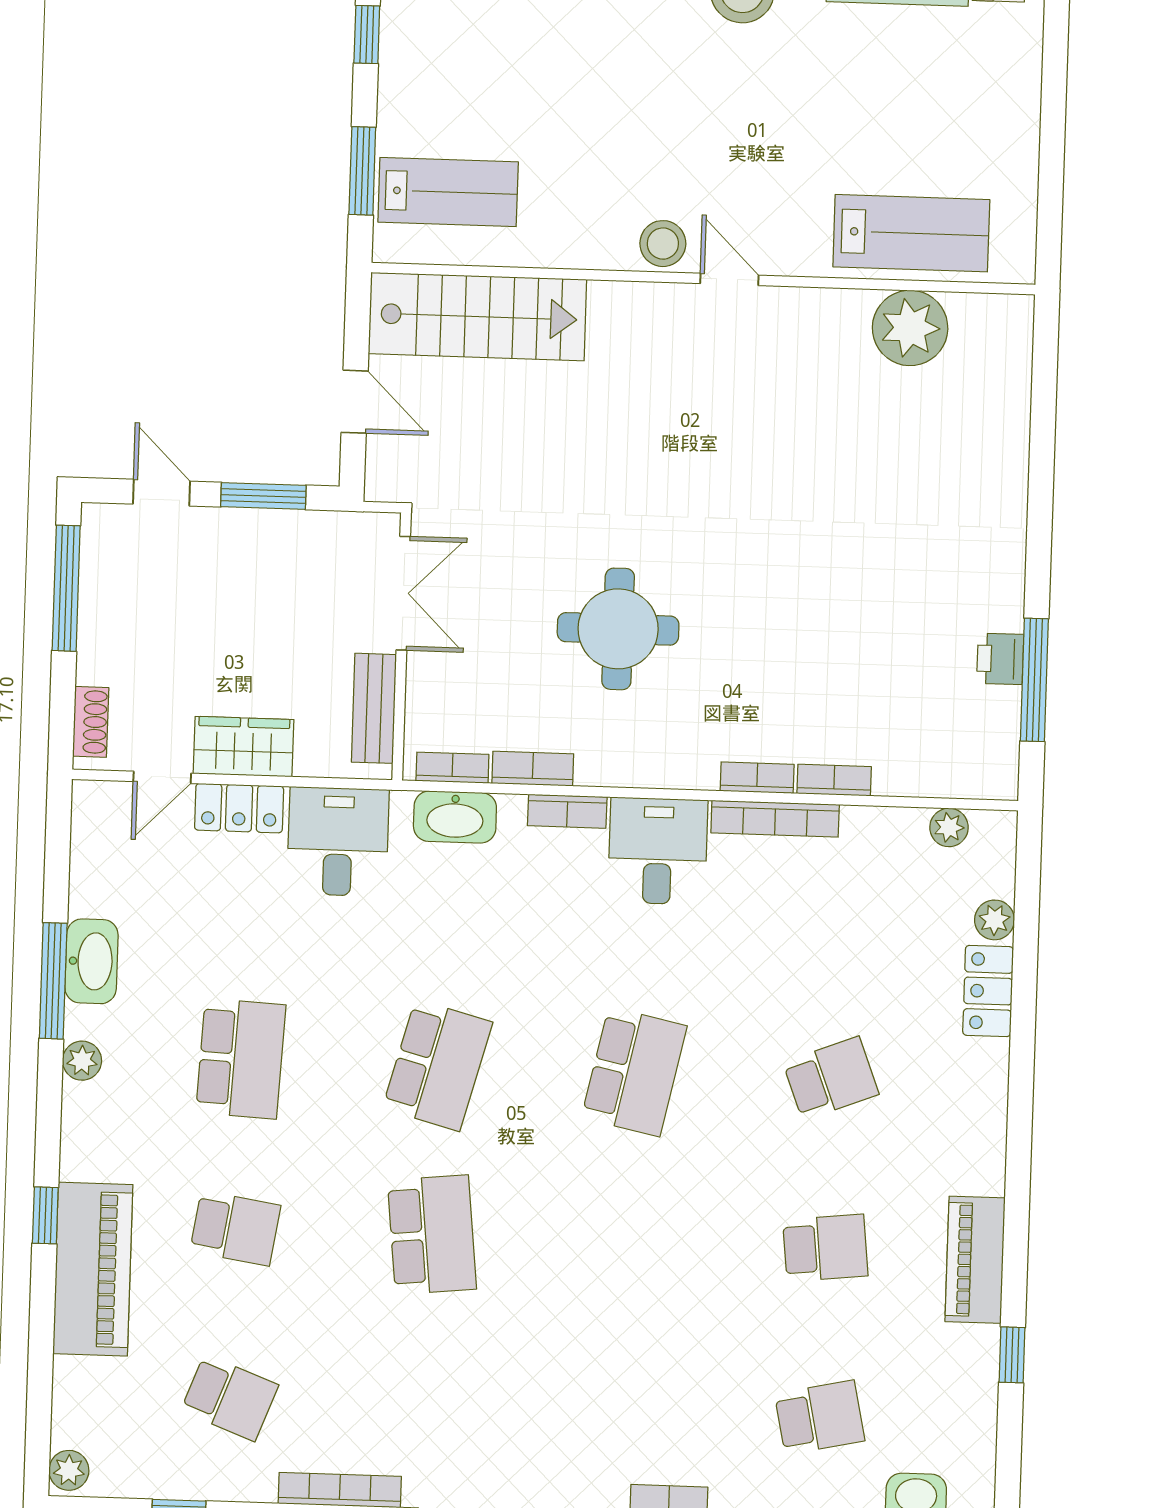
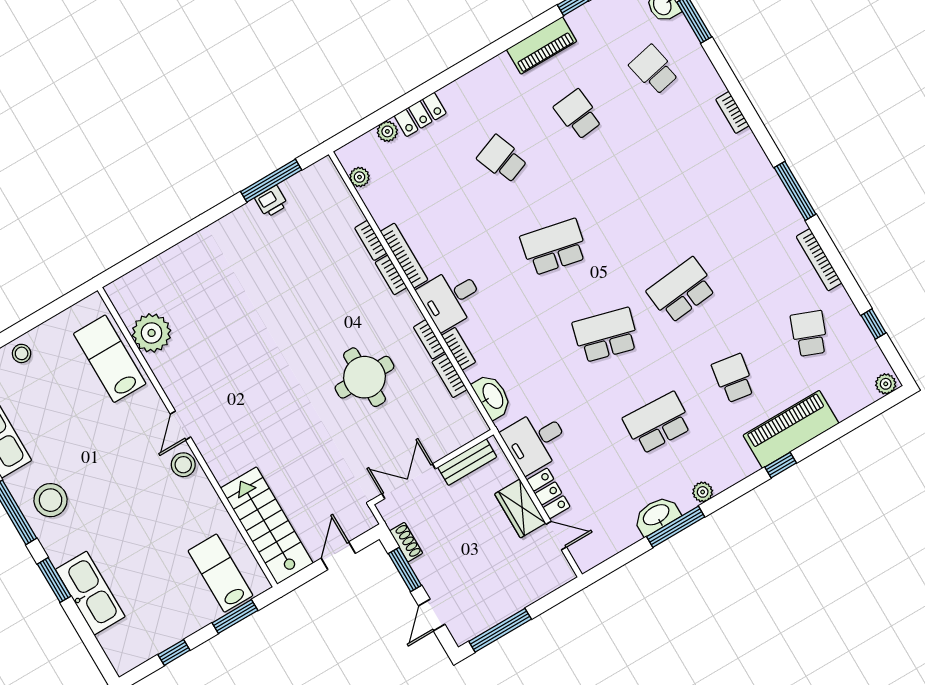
stool: (1011, 95) -> (22, 353), added
shoe rack: (91, 722) -> (406, 542), moved, turned 90
bookcase: (452, 768) -> (429, 339), moved

